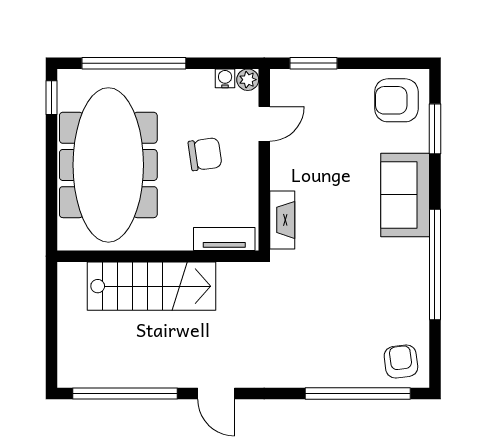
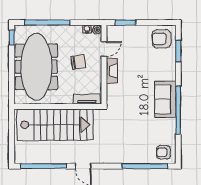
sofa: (405, 195) -> (165, 99), moved
fireplace: (282, 220) -> (112, 71), moved
stairs: (152, 286) -> (55, 125), width x1.36, depth x1.51
armchair: (401, 361) -> (164, 152), turned -83

